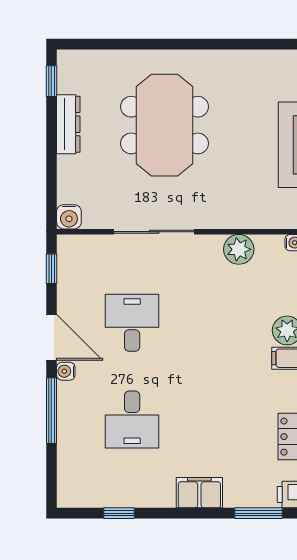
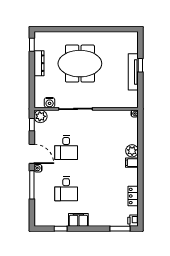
meeting table: (164, 125) -> (80, 64), turned 90
water cooler: (69, 217) -> (50, 103), moved
plant: (239, 249) -> (40, 116), moved
desk: (132, 323) -> (66, 148), turned 180
filing cabinet: (199, 493) -> (78, 220), moved

